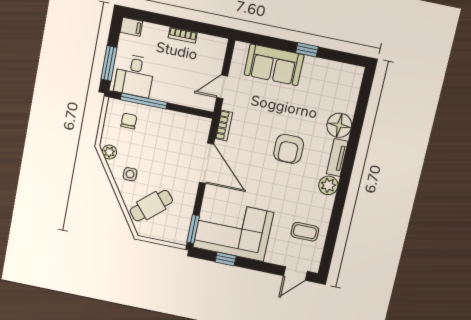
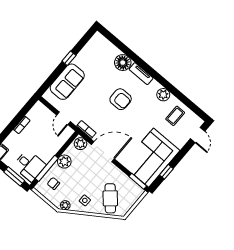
plant: (166, 119) -> (64, 162), added
plant: (201, 128) -> (80, 144), added
plant: (328, 185) -> (163, 95), moved

